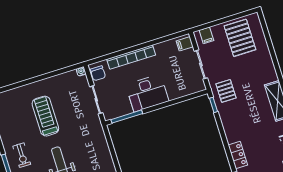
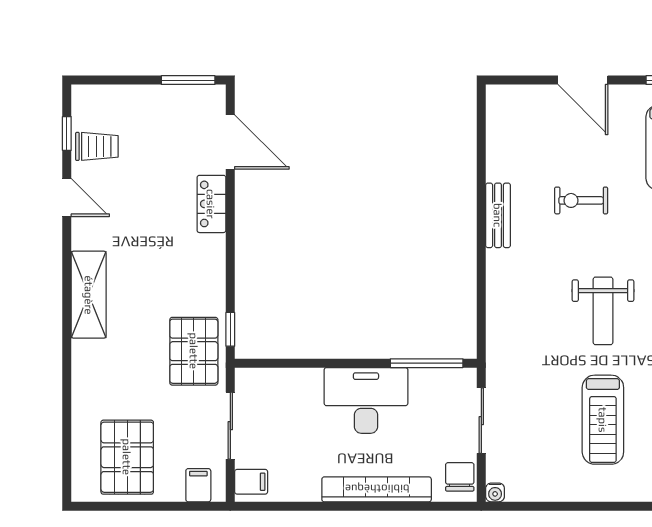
pallet: (226, 91) -> (194, 351), width x1.50, depth x1.42

